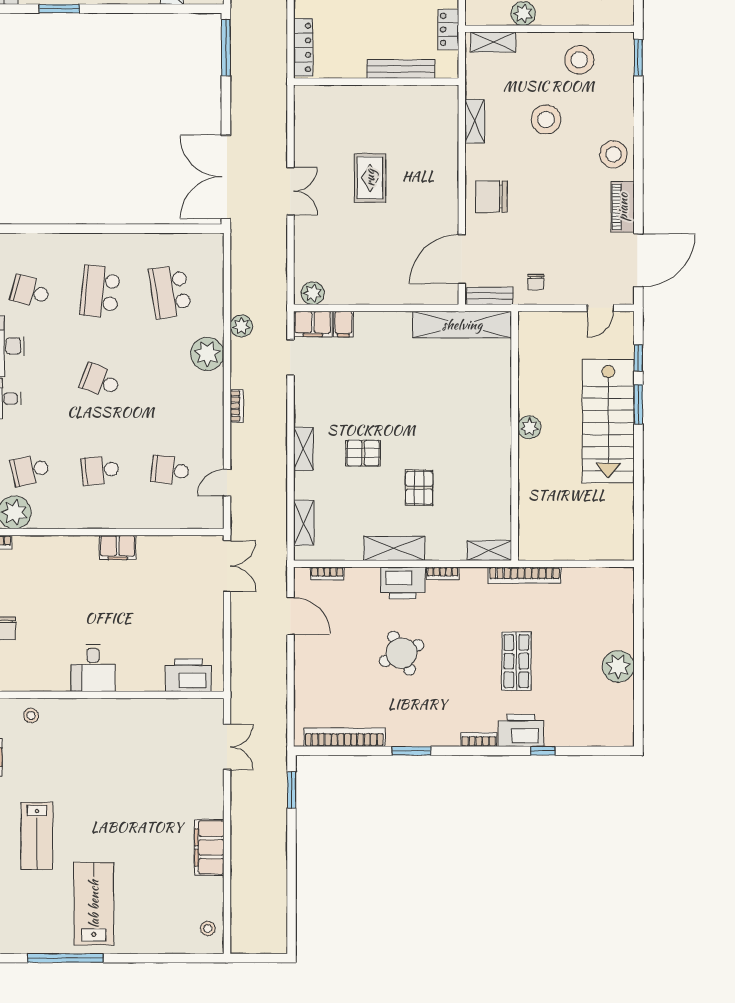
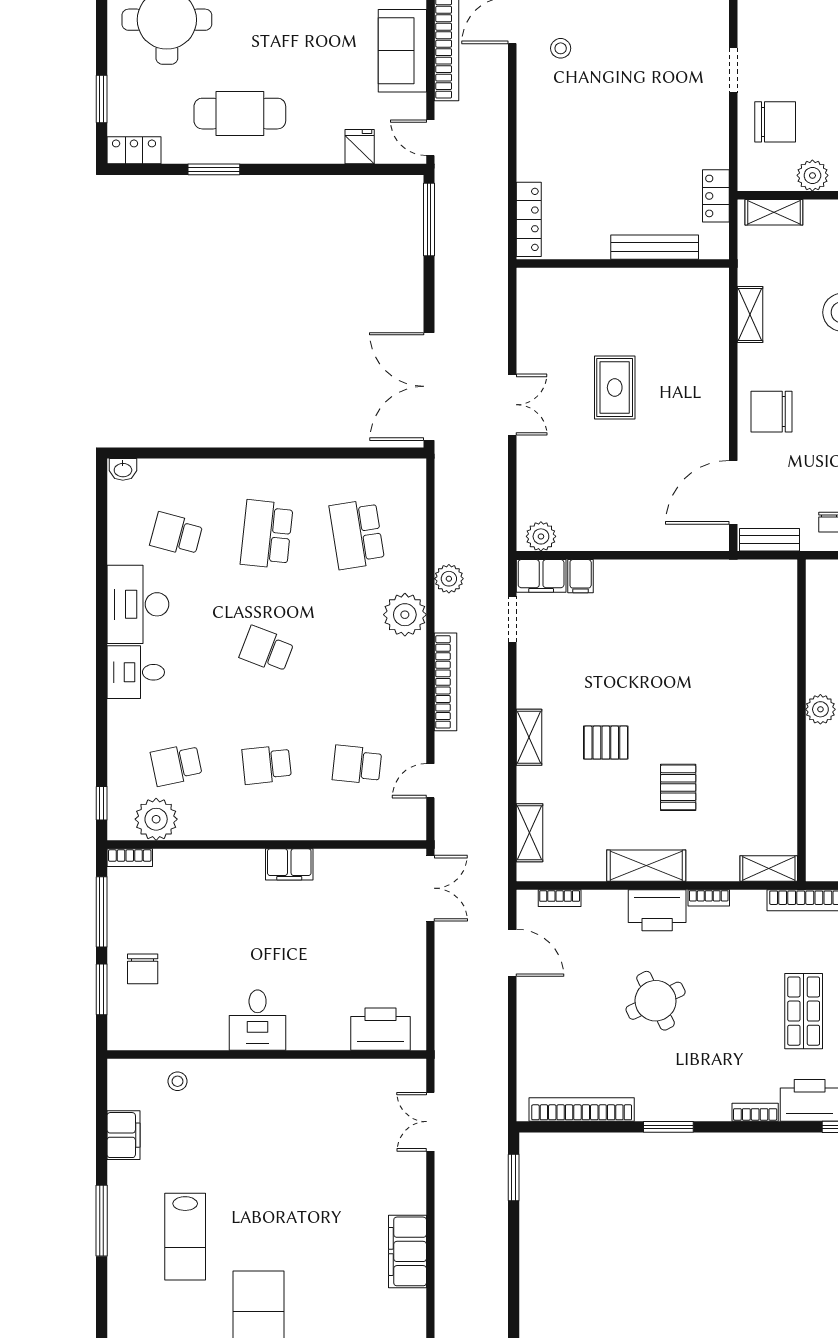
shelving: (462, 325) -> (734, 577), removed
bookcase: (237, 406) -> (446, 682), width x2.31, depth x1.31
double door: (227, 747) -> (430, 1122), swing flipped

